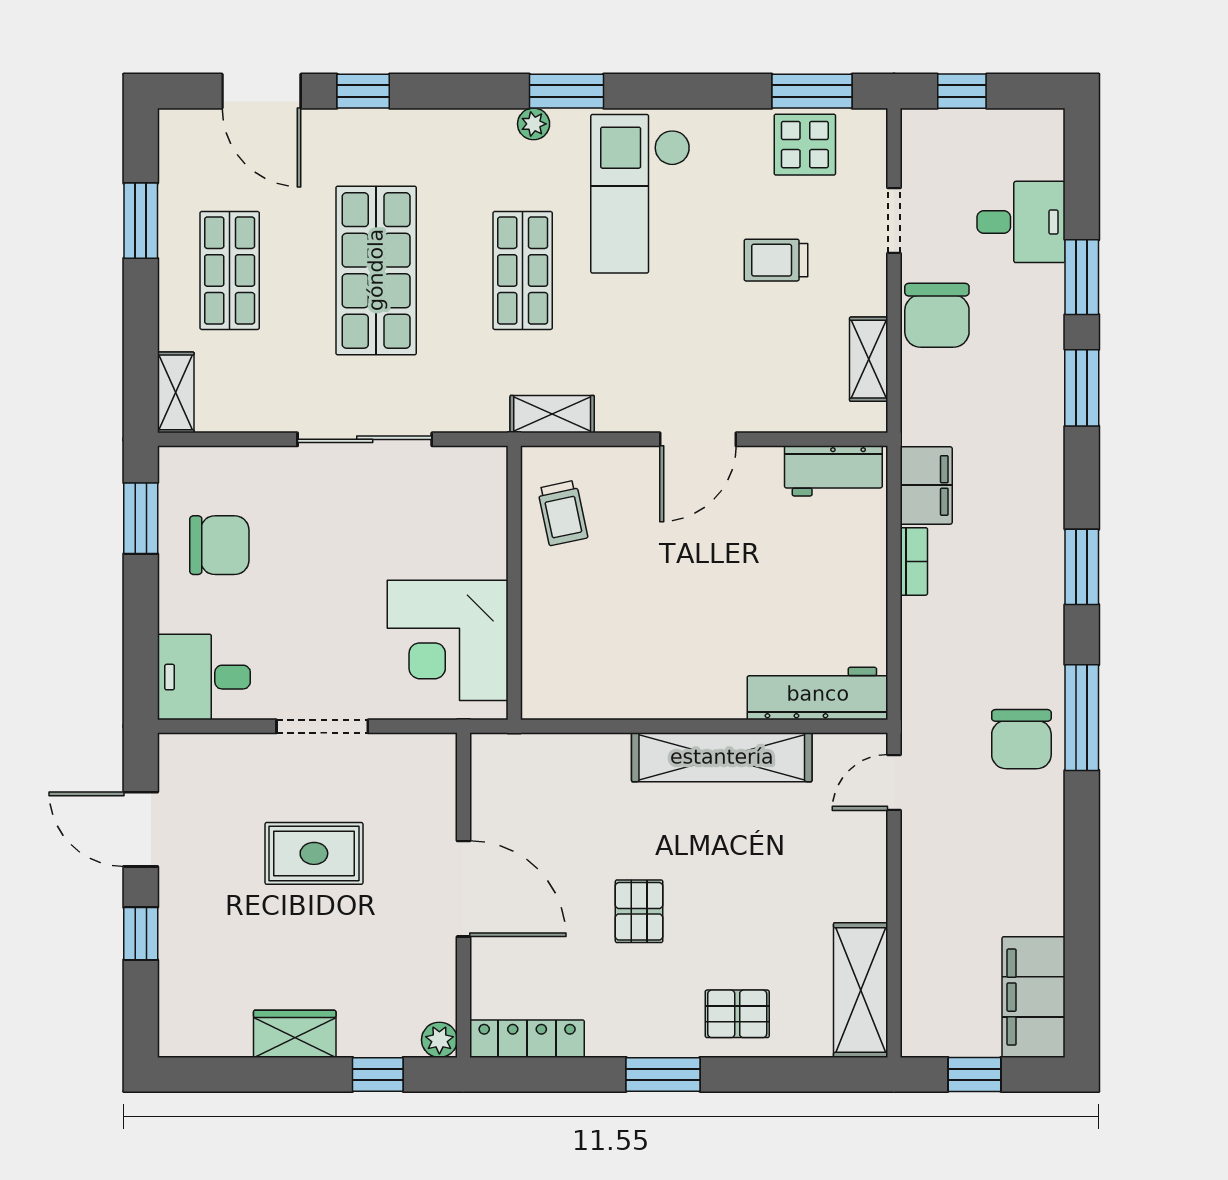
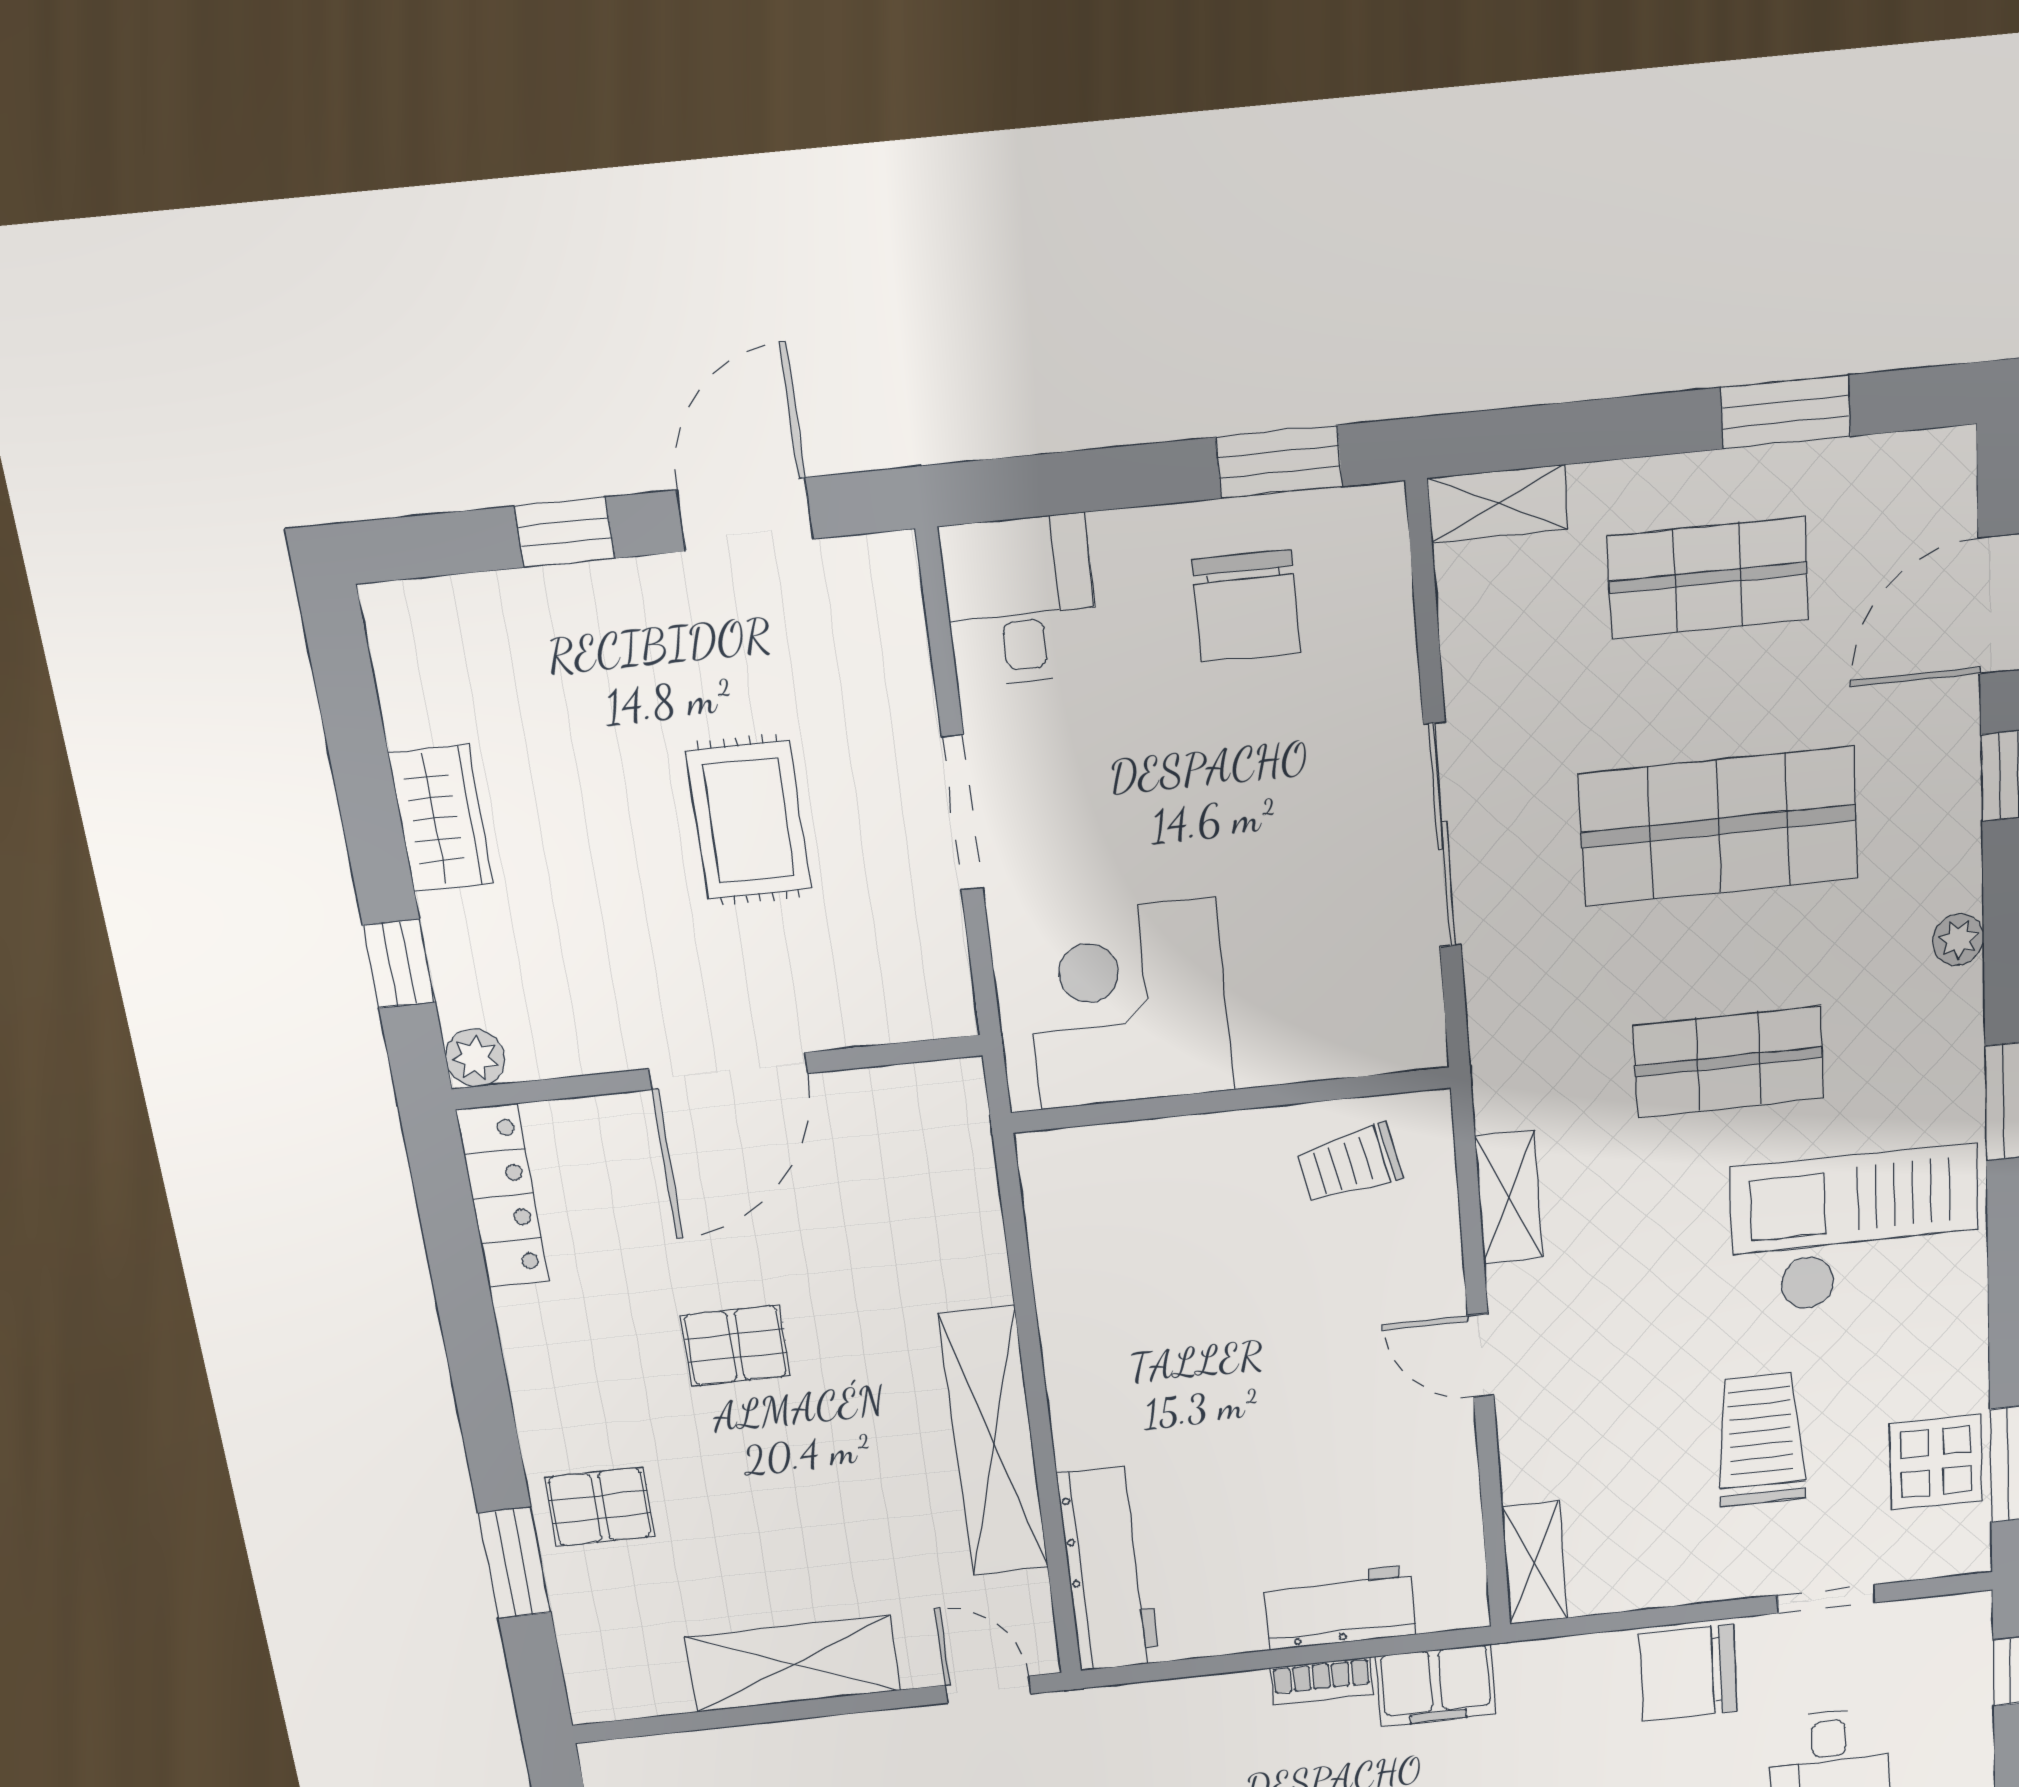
plant: (534, 124) -> (1958, 940), moved
trolley: (776, 260) -> (1761, 1440), width x1.36, depth x1.39
shelving: (869, 359) -> (1534, 1563), moved, turned 90
shelving: (552, 414) -> (1509, 1197), moved
door: (698, 439) -> (1481, 1355), width x0.73
workbench: (833, 471) -> (1340, 1608), moved, turned 90
shelving: (861, 990) -> (793, 1664), moved
pallet: (737, 1014) -> (600, 1507), turned 90
window: (663, 1074) -> (515, 1563), moved

